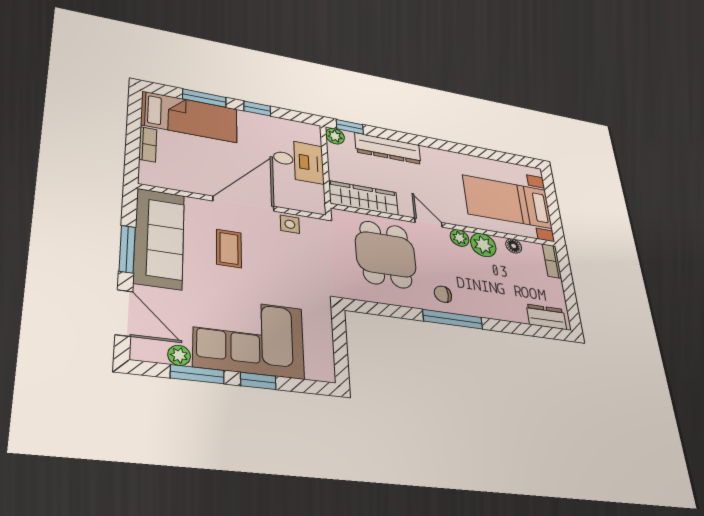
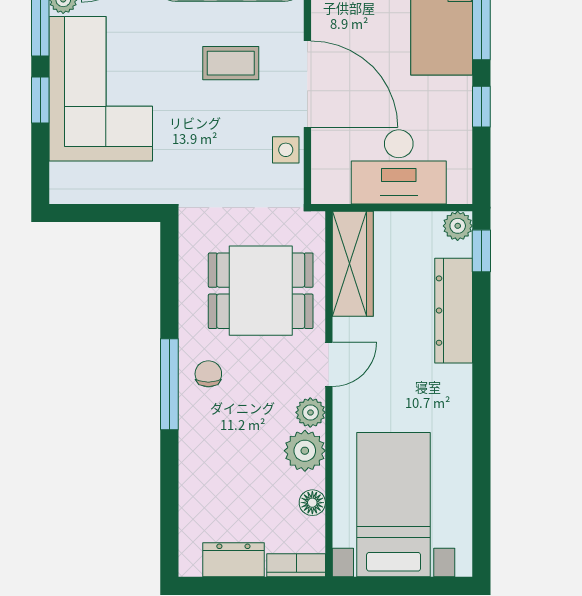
desk: (299, 161) -> (399, 167), width x1.37
dresser: (546, 317) -> (233, 560), moved, turned -90

